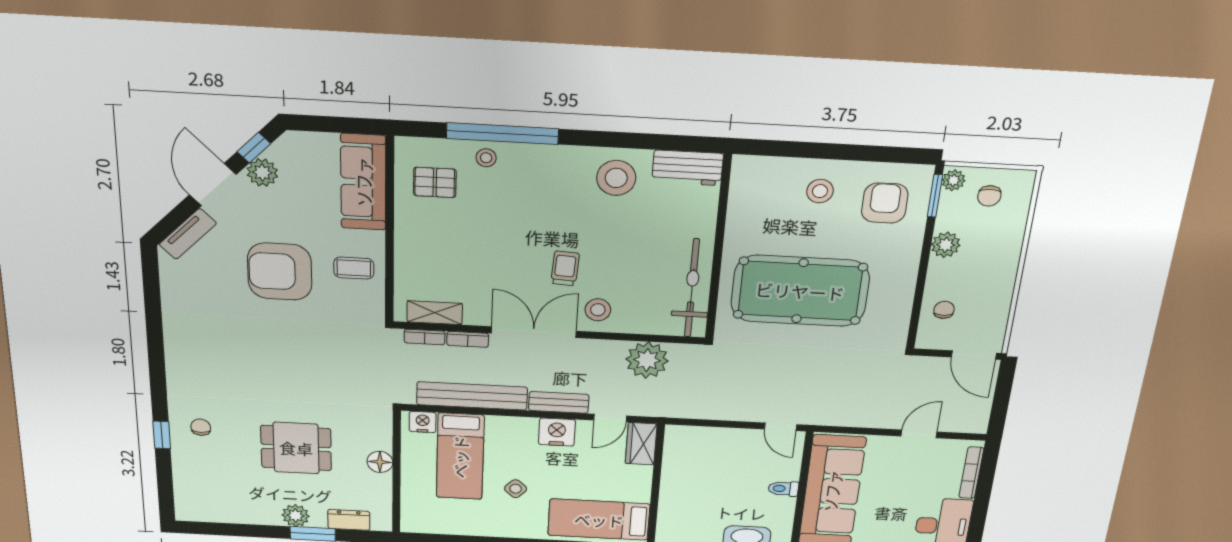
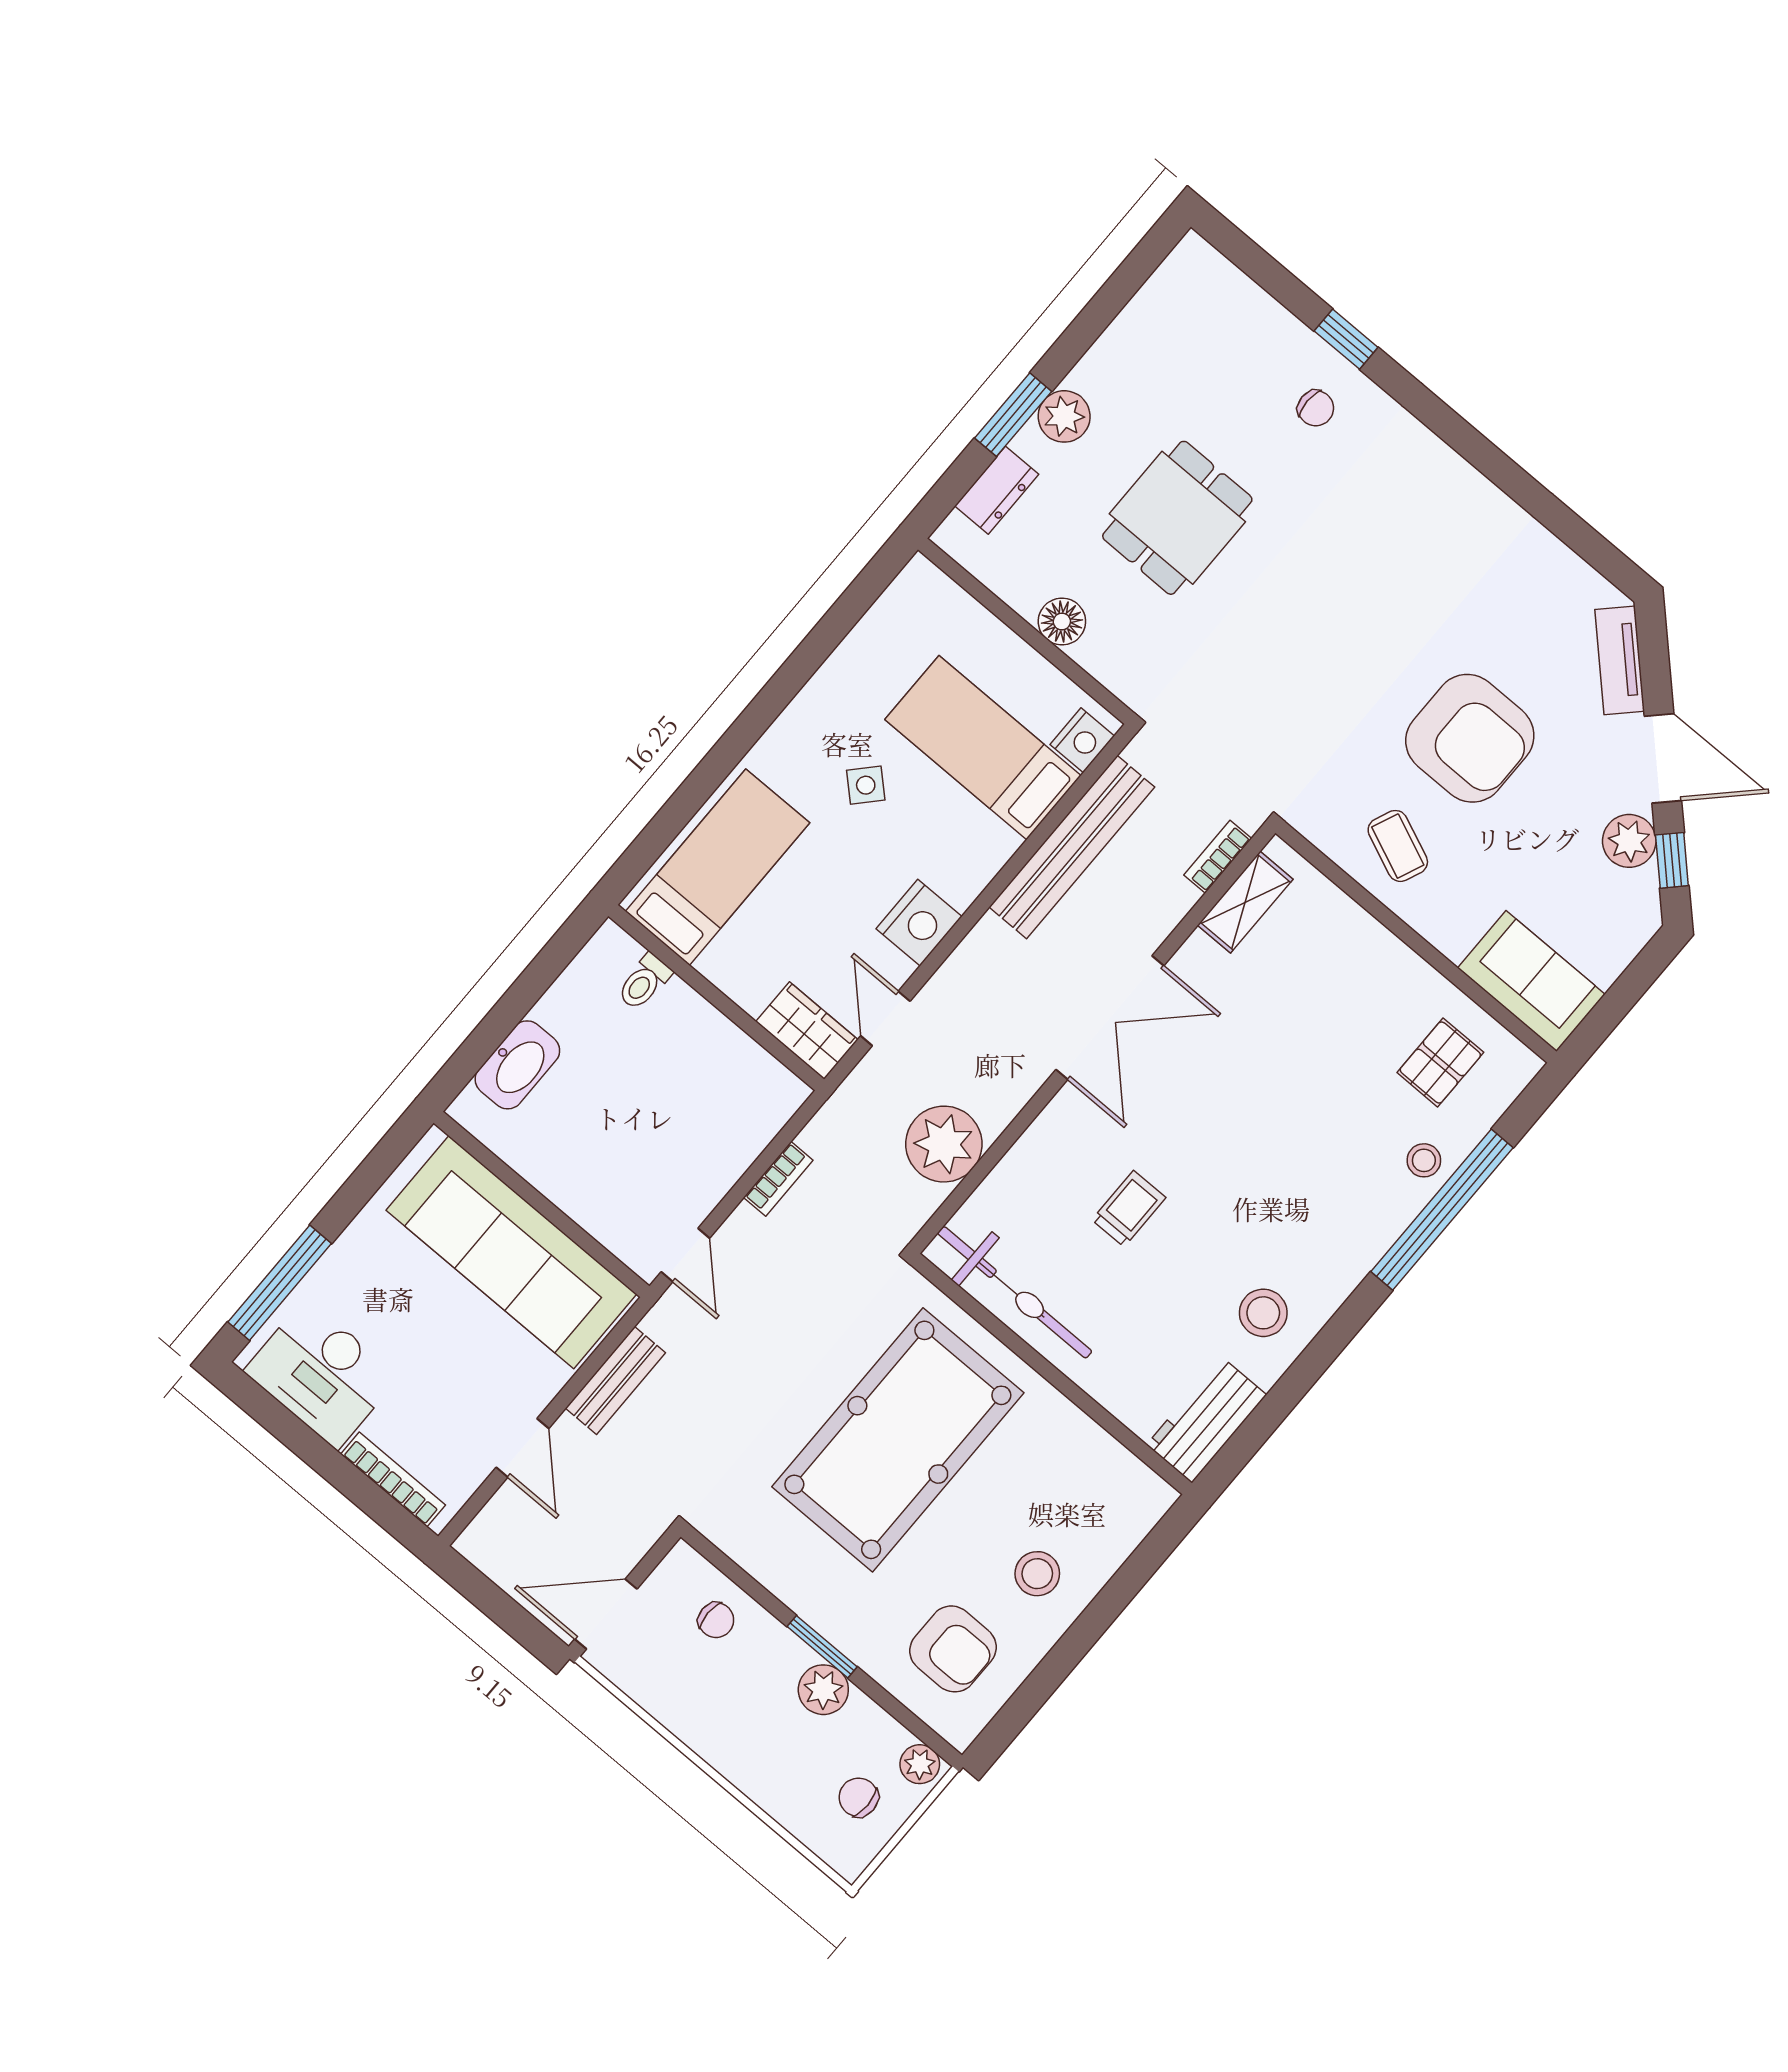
stool: (616, 178) -> (1263, 1313), width x0.73, depth x0.73
sofa: (363, 182) -> (1531, 981), width x0.73
window: (935, 196) -> (822, 1647), moved
coffee table: (354, 268) -> (1398, 846), turned -67
trolley: (565, 268) -> (1129, 1209), moved, turned -94
armchair: (280, 272) -> (1470, 738), turned 90
stool: (598, 310) -> (1078, 1135), removed
bookcase: (468, 339) -> (778, 1179), moved, turned 180
bench: (559, 402) -> (615, 1381), moved
door: (780, 427) -> (685, 1255), swing flipped
toilet: (783, 489) -> (644, 982), moved, turned 180

